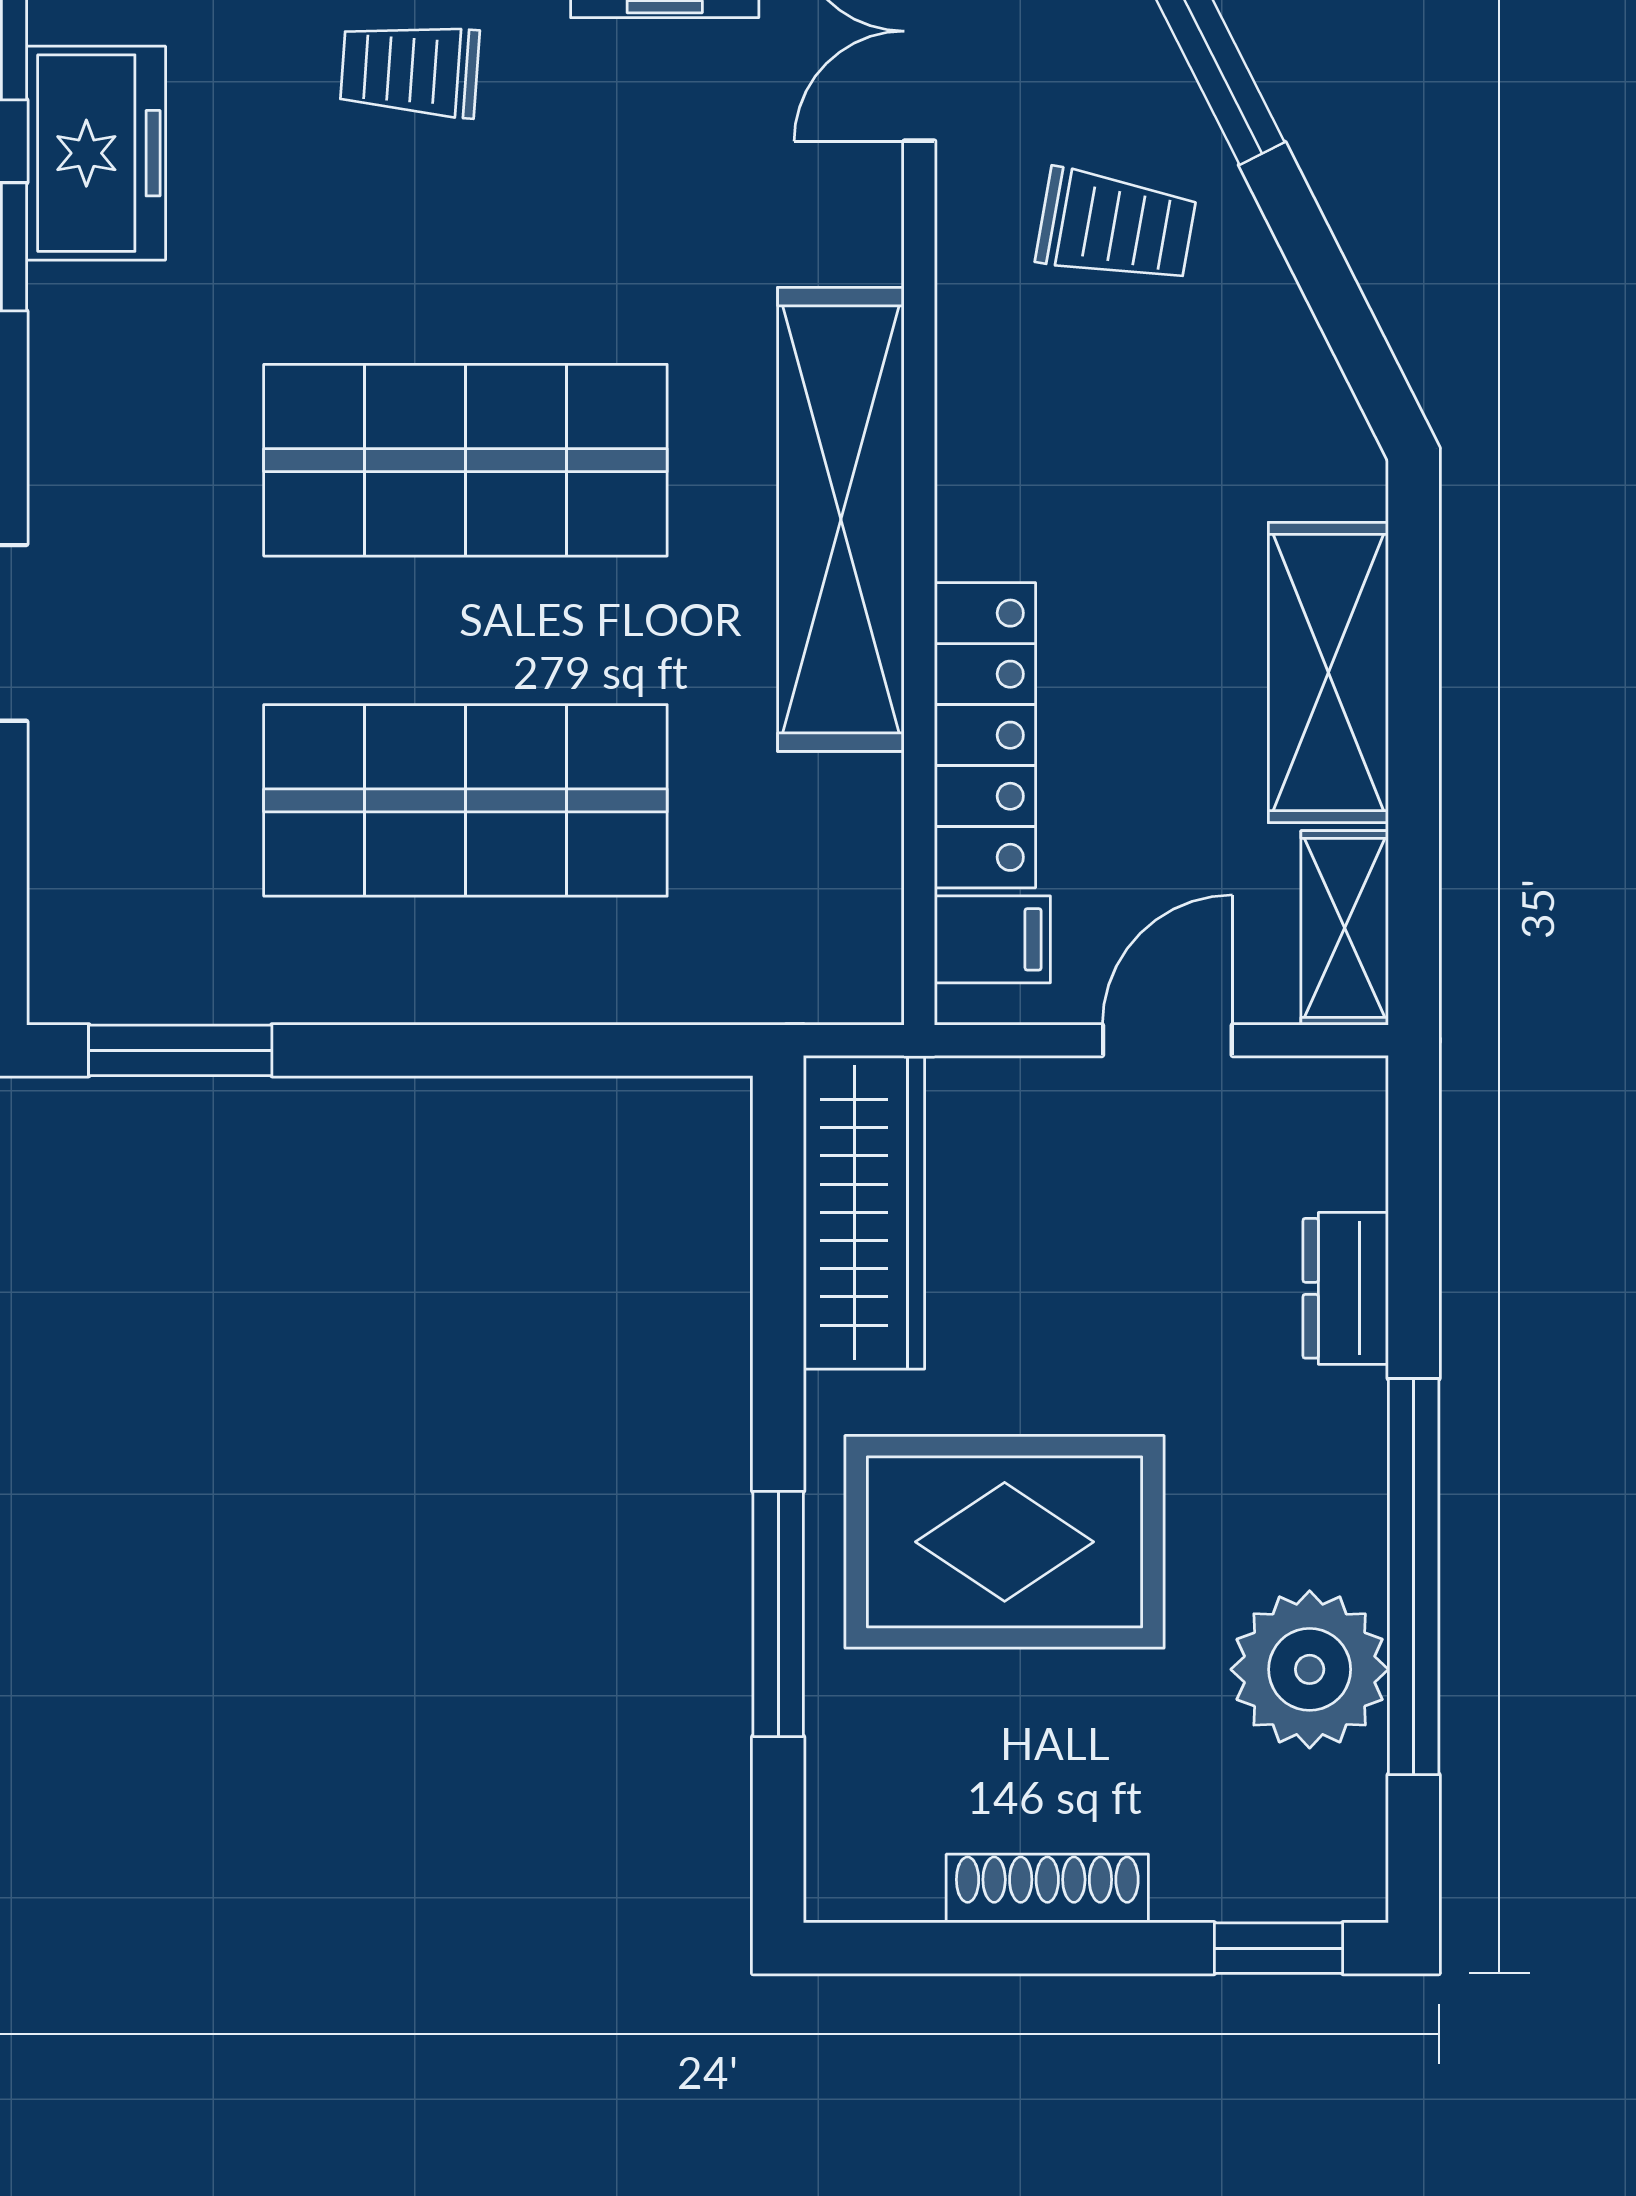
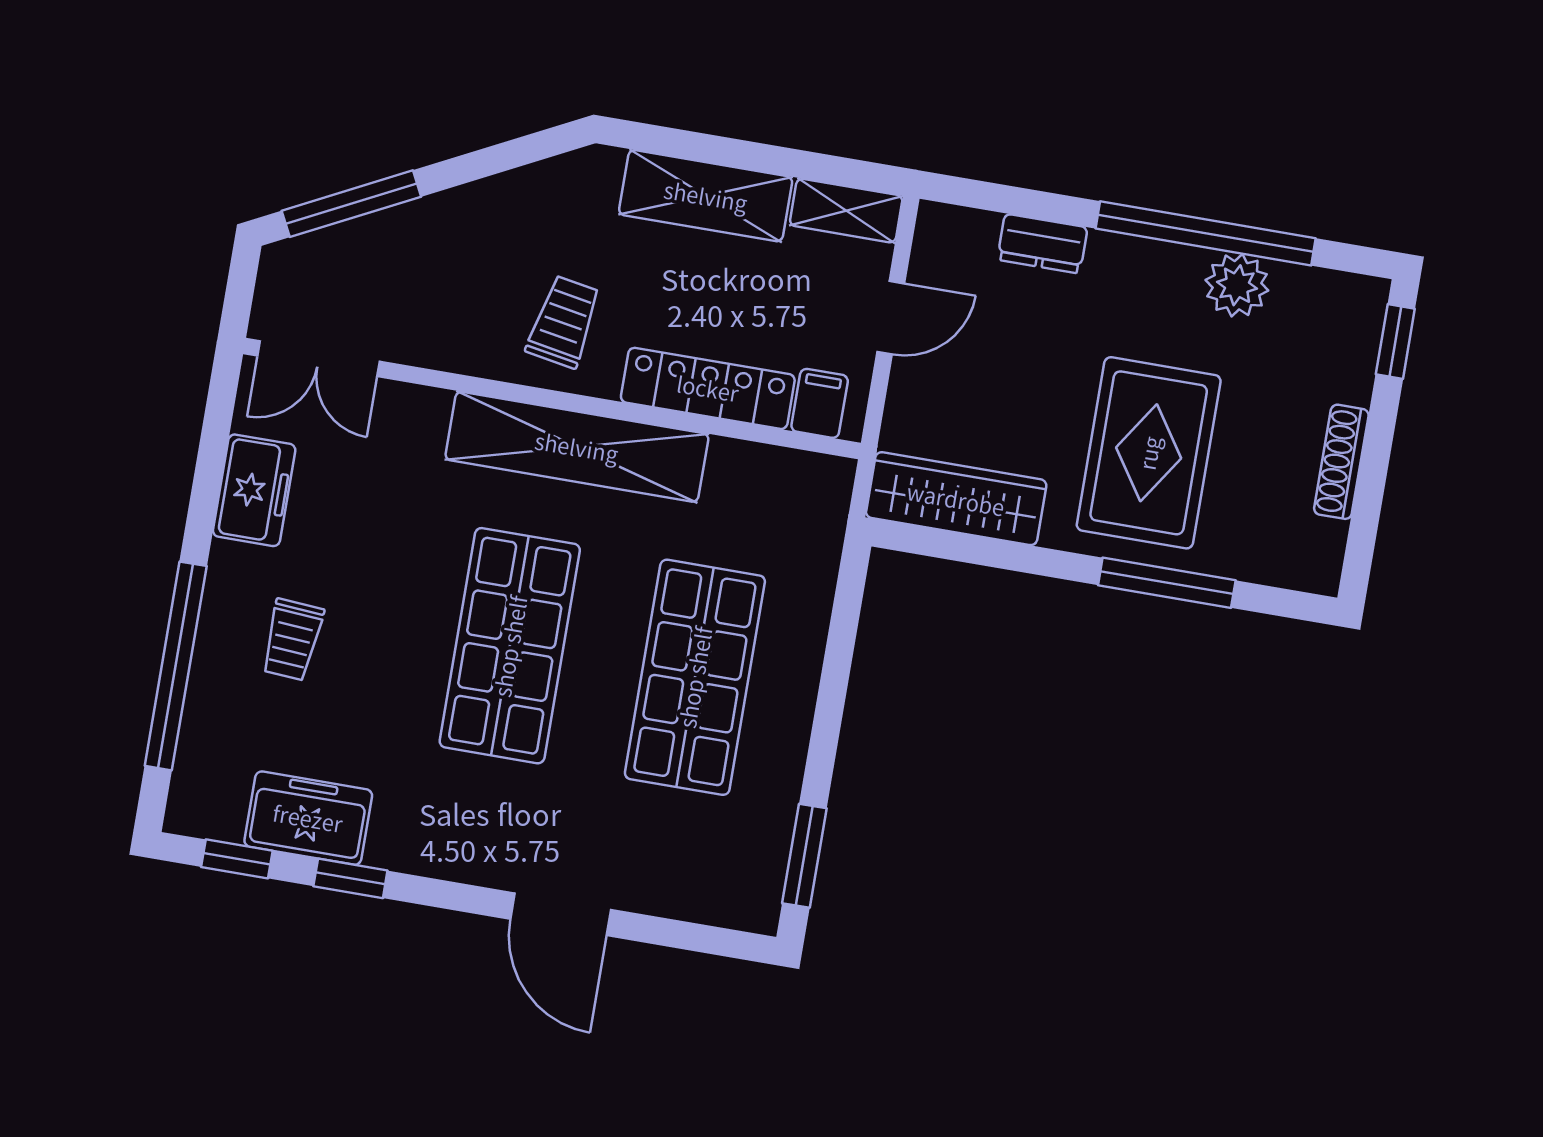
trolley: (1116, 226) -> (564, 322), moved
door: (1167, 1040) -> (891, 318), swing flipped
plant: (1310, 1669) -> (1237, 285), width x0.73, depth x0.73

